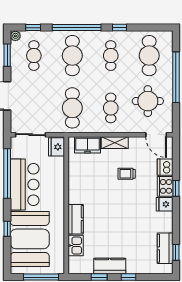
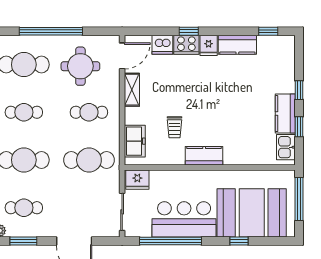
shelving: (115, 143) -> (132, 90), moved
trolley: (127, 174) -> (174, 127), moved
kitchen counter: (76, 219) -> (204, 156), moved
kitchen sink: (76, 245) -> (286, 147), moved, turned -90
kitchen counter: (165, 248) -> (237, 45), moved

